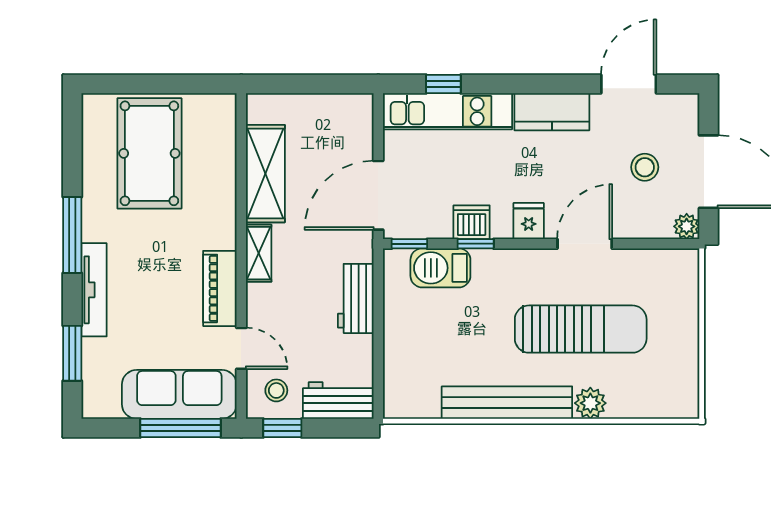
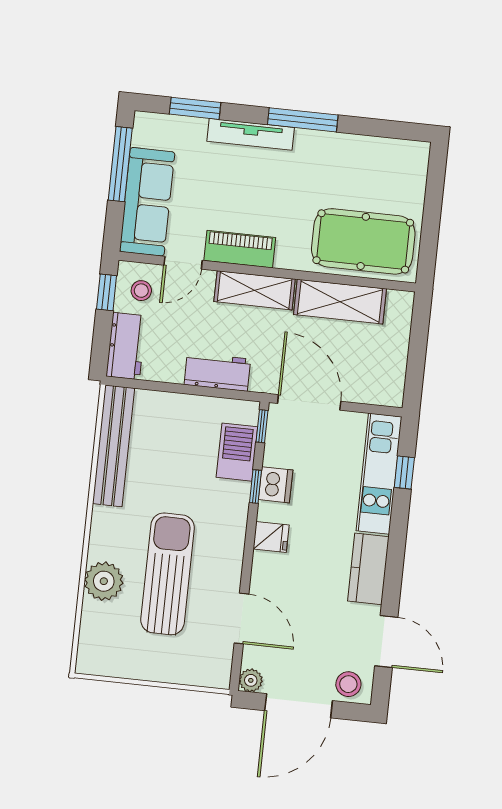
pool table: (149, 153) -> (363, 241), moved
stool: (645, 167) -> (348, 684), moved
door: (585, 244) -> (241, 618), moved
shelving: (259, 253) -> (255, 290), width x1.50, depth x1.33
sun lounger: (581, 329) -> (168, 574), turned 180
bench: (507, 403) -> (114, 446), moved
plant: (590, 403) -> (104, 581), width x1.36, depth x1.36
window: (180, 428) -> (120, 164), moved

